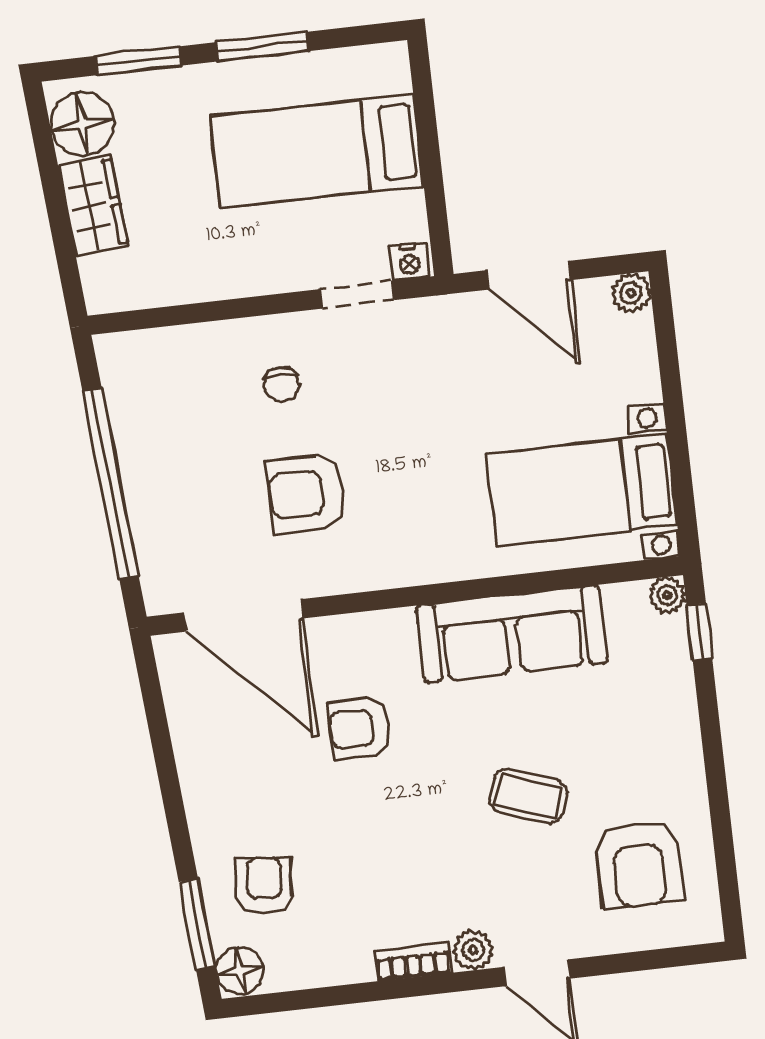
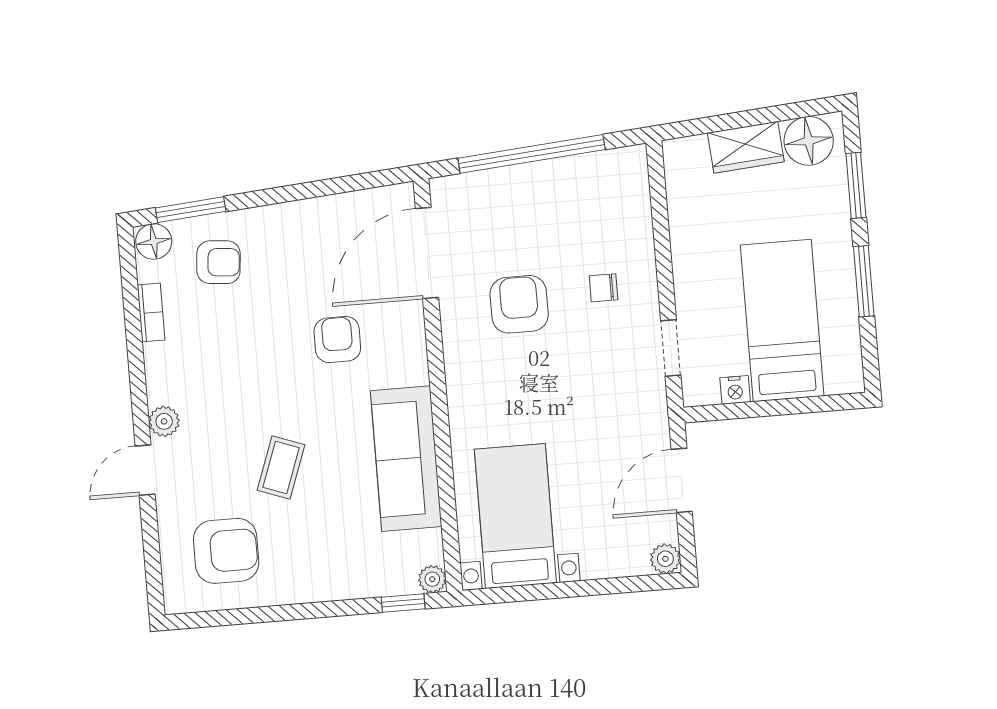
nightstand: (409, 261) -> (735, 390), moved, turned -90
armchair: (639, 864) -> (226, 551), turned 180
bookcase: (413, 962) -> (151, 312), moved

